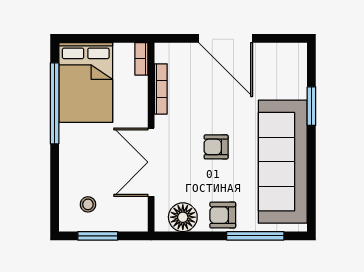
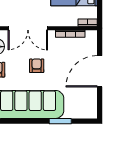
double door: (151, 162) -> (28, 28), swing flipped

